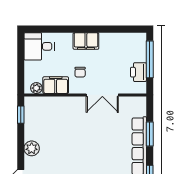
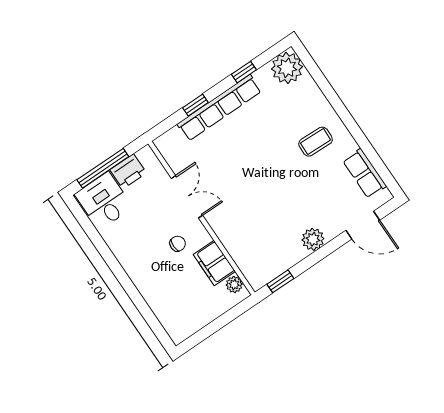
filing cabinet: (86, 41) -> (134, 263), removed
desk: (39, 46) -> (104, 201), moved, turned 180
window: (150, 134) -> (195, 105), width x0.67

